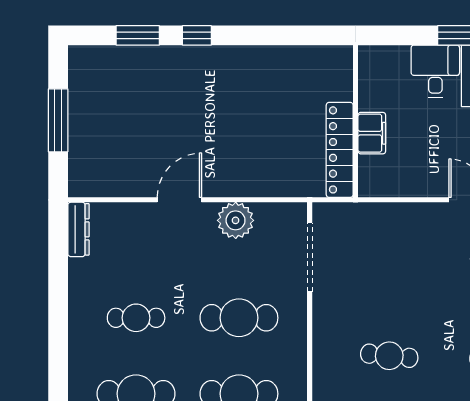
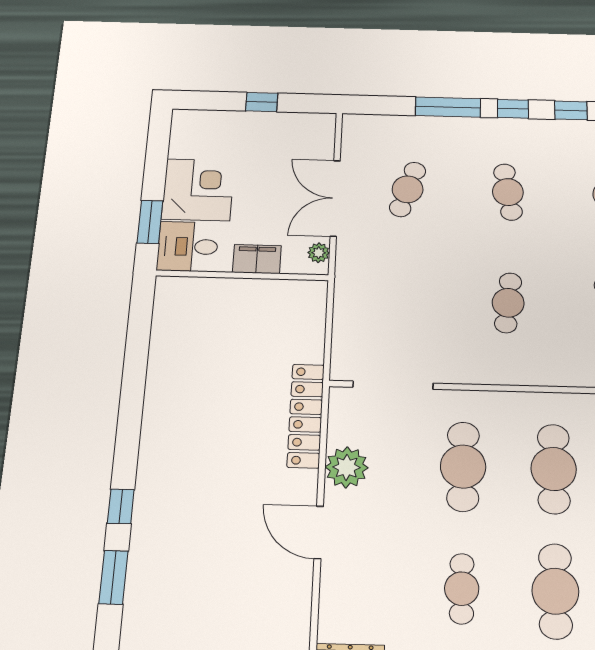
wall: (356, 121) -> (242, 275), moved
filing cabinet: (372, 133) -> (257, 259), moved
locker: (340, 150) -> (306, 416), moved, turned 90
plant: (433, 188) -> (319, 253), added

